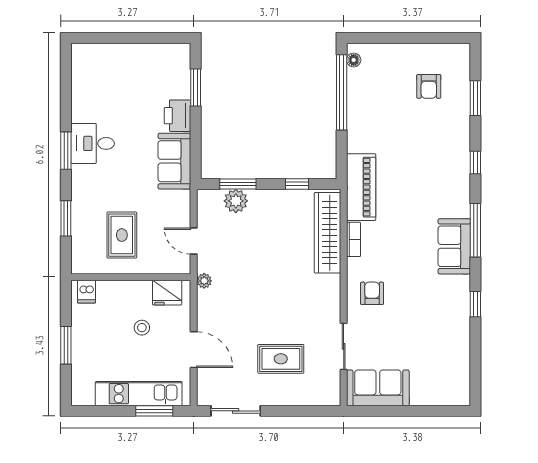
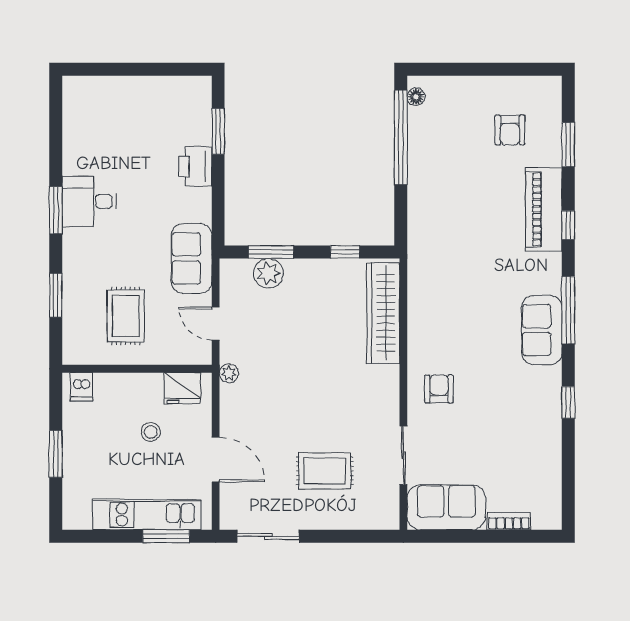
sofa: (174, 161) -> (192, 258), moved
piano: (361, 187) -> (544, 209), moved, turned 180
bookcase: (354, 239) -> (509, 521), moved, turned -90

